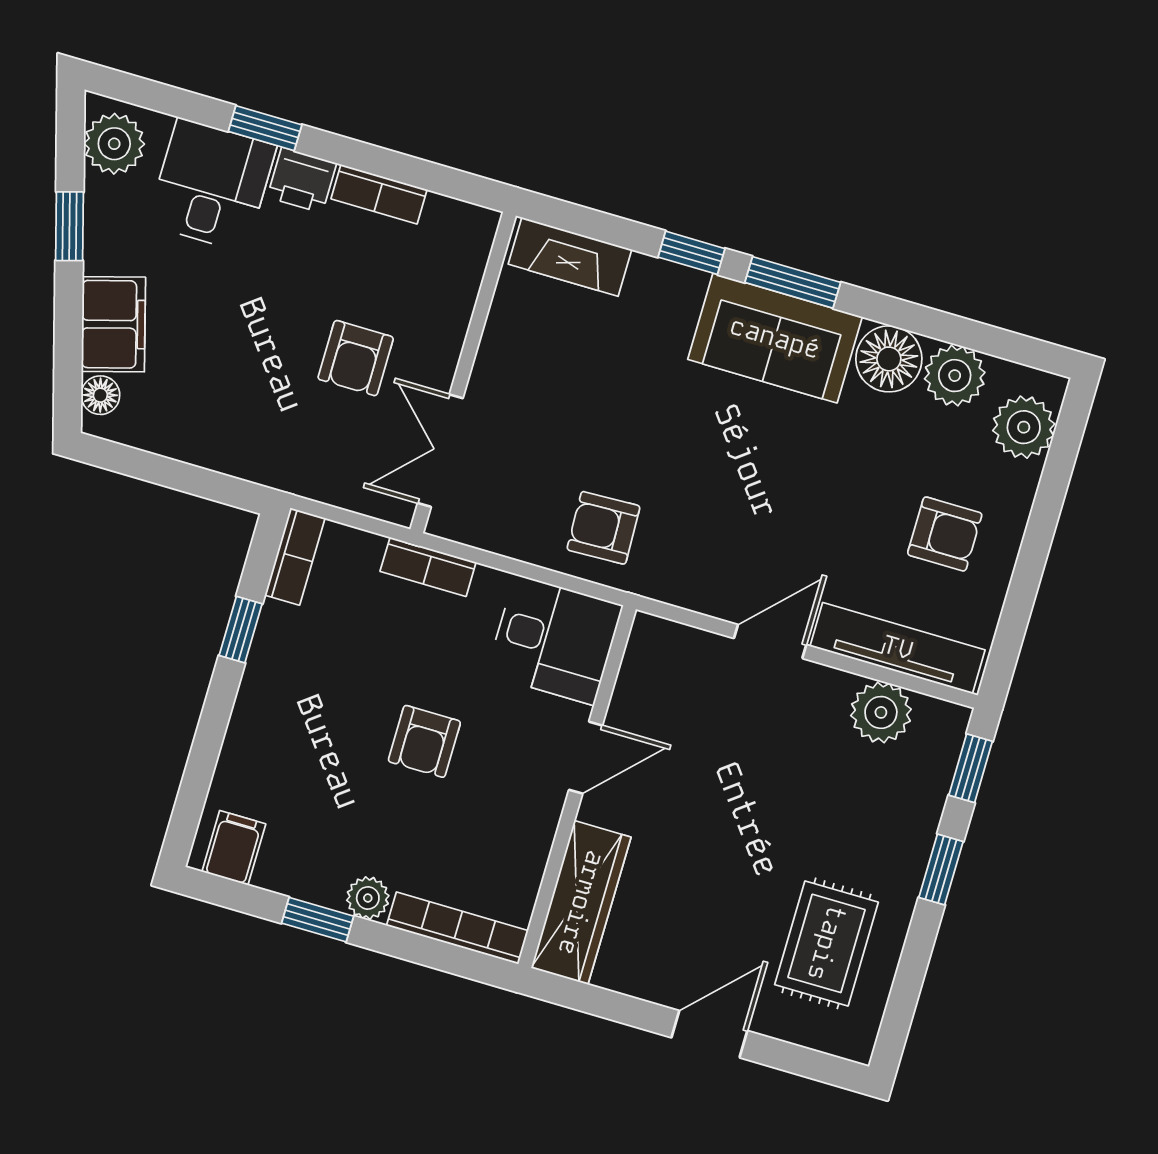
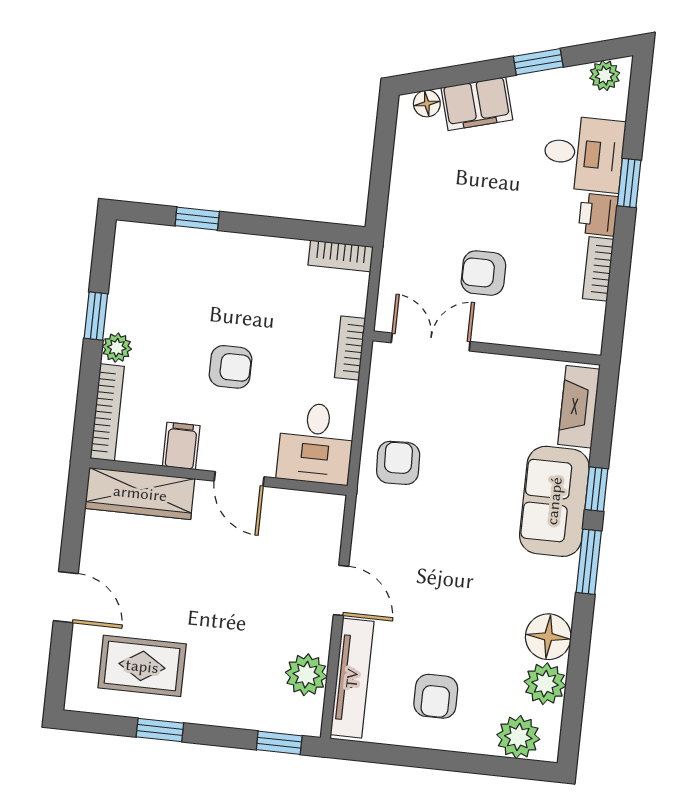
plant: (114, 144) -> (605, 75), width x0.73, depth x0.73
sofa: (775, 338) -> (554, 501), moved
window: (241, 630) -> (197, 219), moved
armchair: (424, 741) -> (230, 367), turned 180
filing cabinet: (234, 848) -> (181, 446), moved, turned -90
window: (941, 869) -> (160, 730), moved

